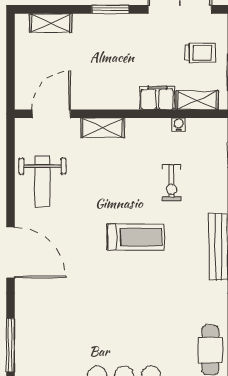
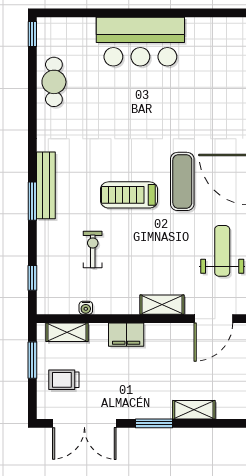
shelving: (51, 23) -> (194, 410), moved
filing cabinet: (157, 98) -> (126, 335), moved
exercise mat: (82, 251) -> (182, 181), added

